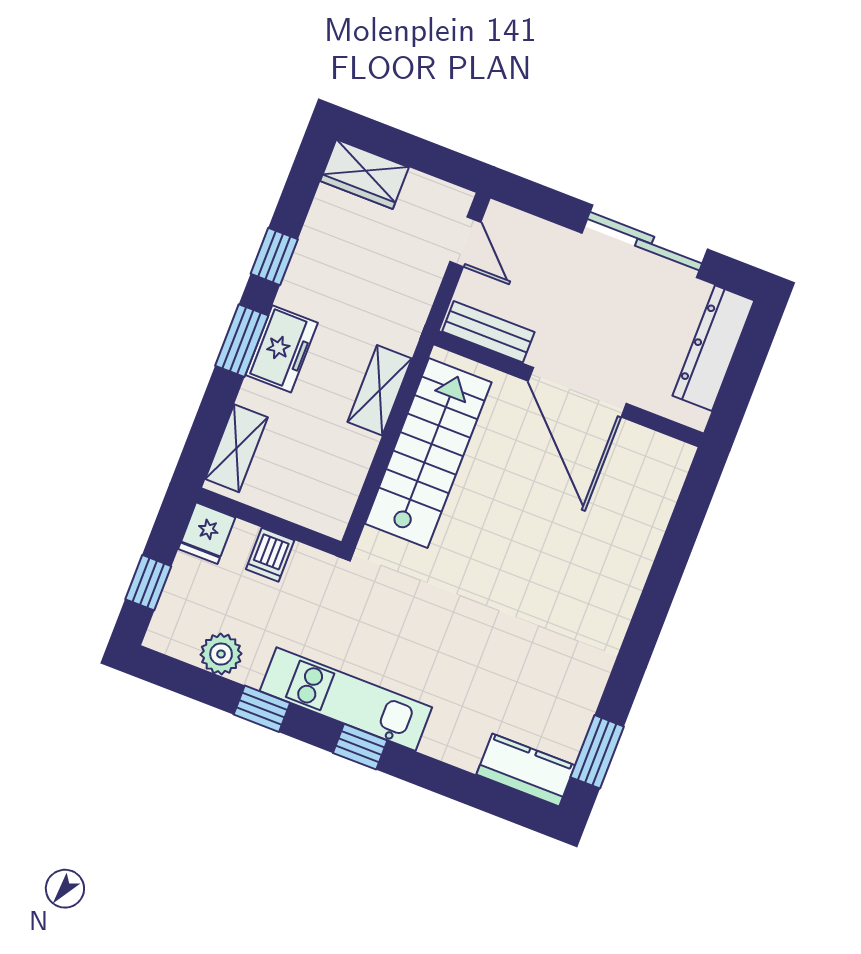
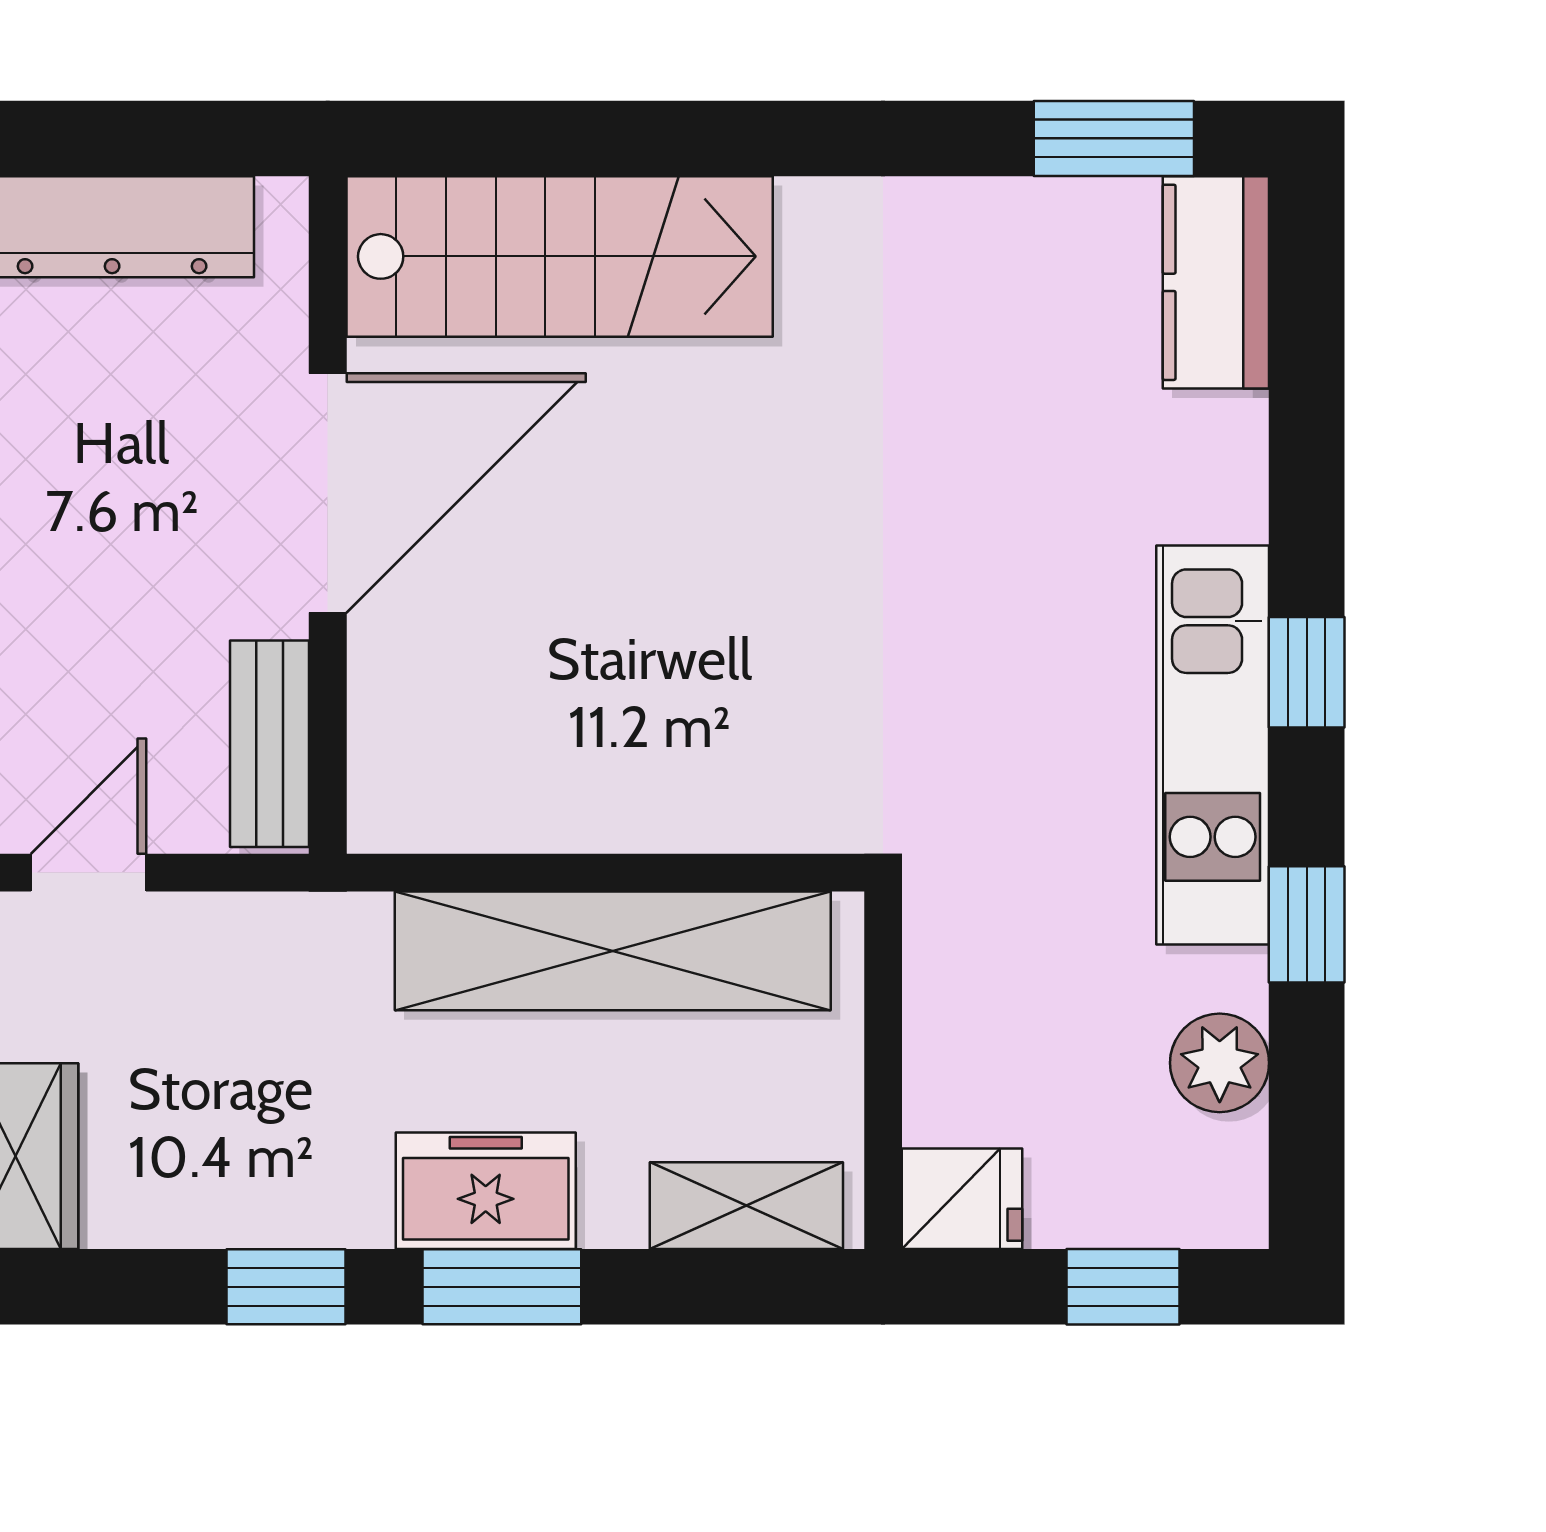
shelving: (380, 390) -> (613, 951), width x2.20, depth x1.33
stairs: (428, 453) -> (560, 256), moved, turned 180
dishwasher: (270, 555) -> (956, 1039), removed

